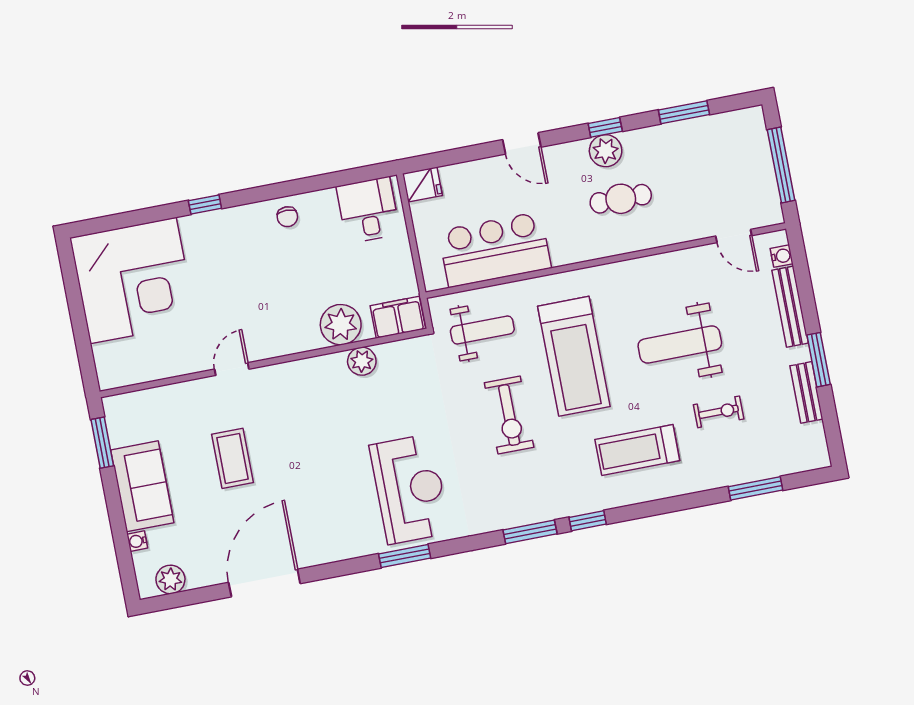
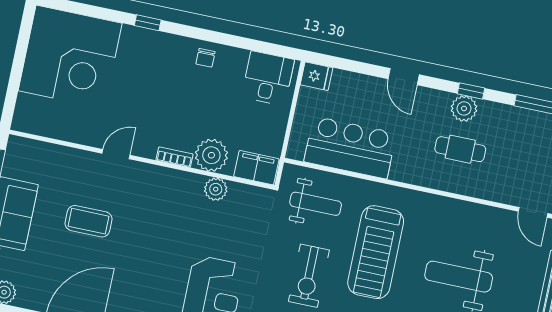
bookcase: (300, 344) -> (175, 157), added
coffee table: (232, 458) -> (89, 221), turned 90

